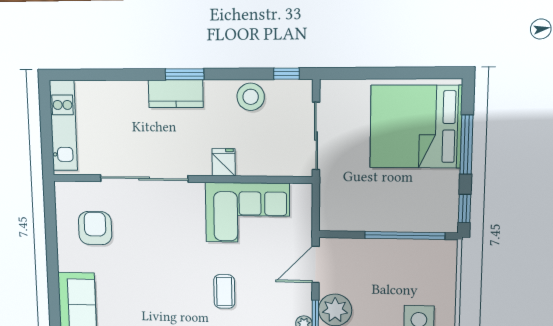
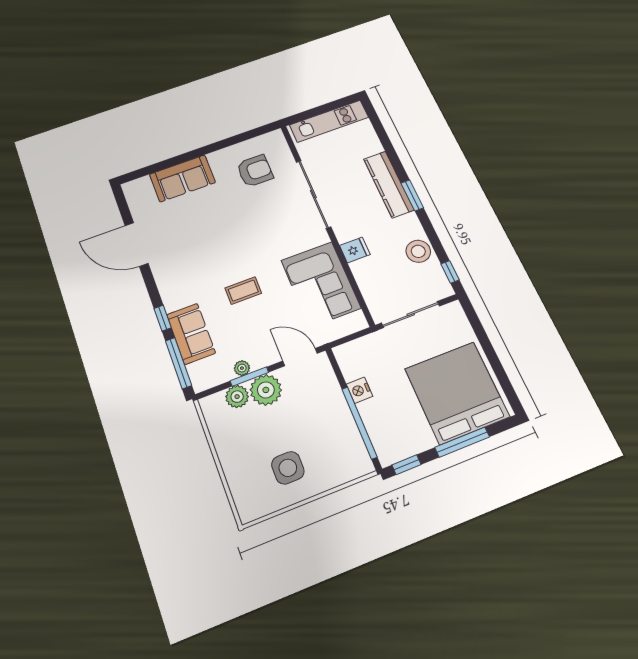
kitchen counter: (176, 94) -> (389, 184), width x1.50
nightstand: (373, 221) -> (359, 390), added

